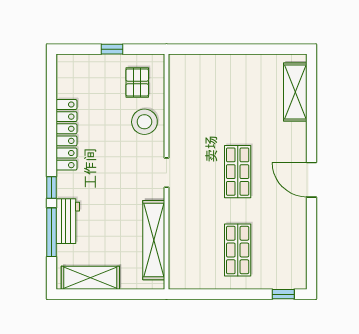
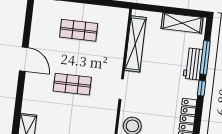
shop shelf: (238, 172) -> (72, 84), turned 90
door: (311, 180) -> (24, 59), moved
shop shelf: (238, 250) -> (79, 30), turned 90

